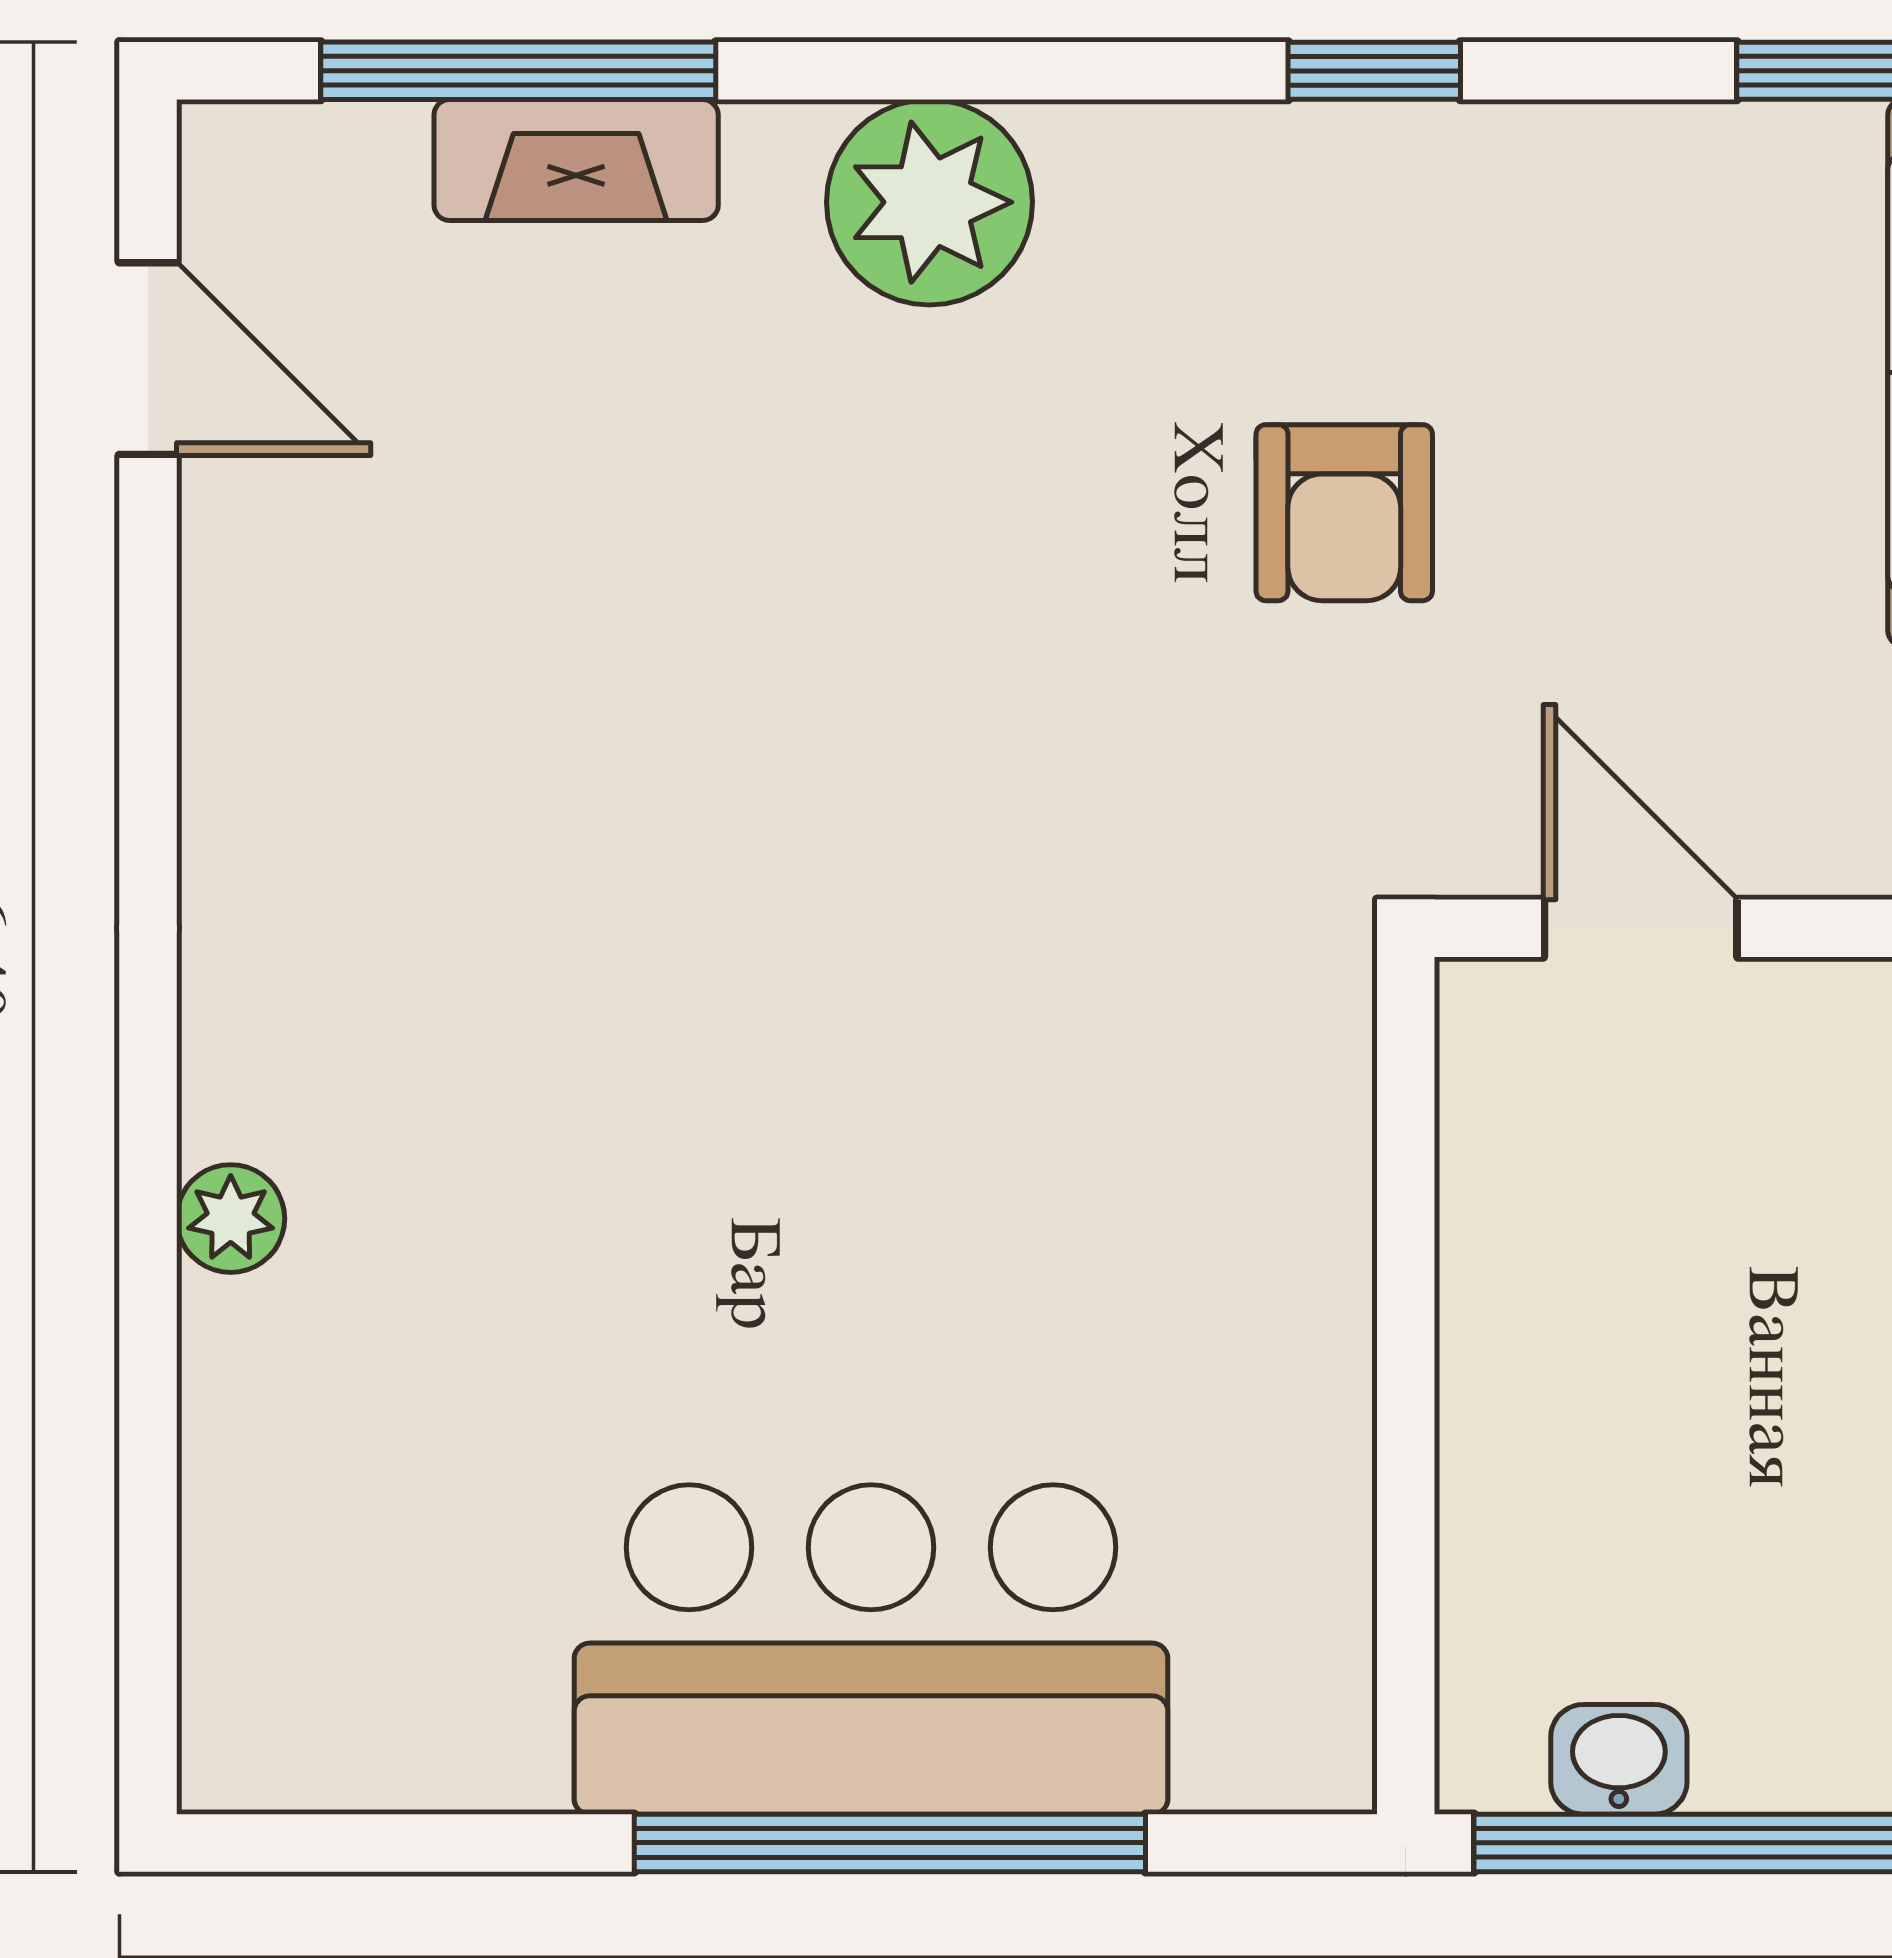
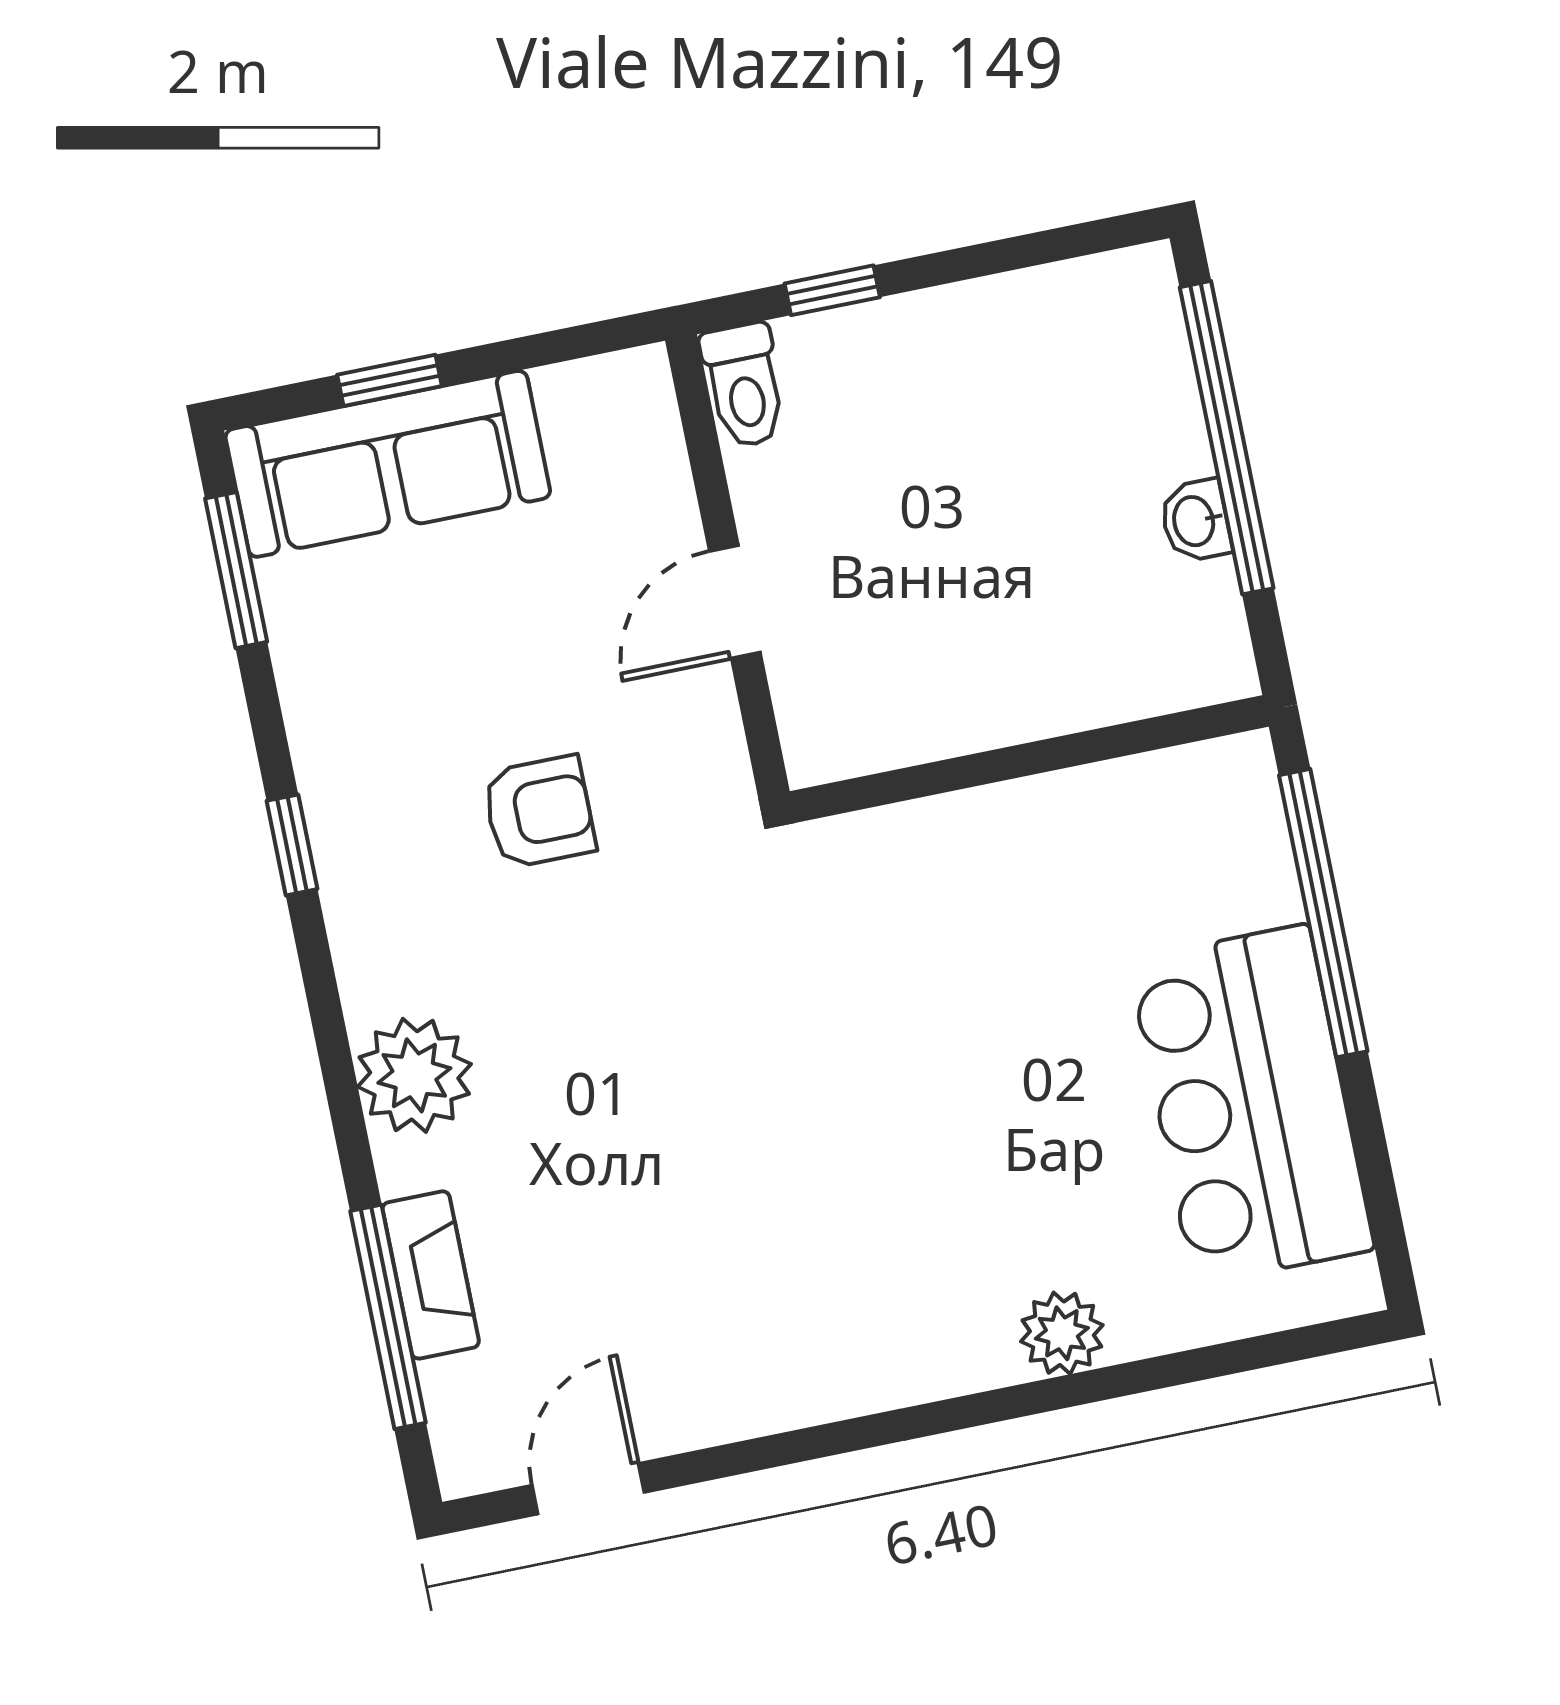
plant: (231, 1219) -> (1062, 1333), width x1.38, depth x1.38
wall: (1406, 1386) -> (1029, 759), moved
bar counter: (871, 1650) -> (1251, 1105), moved

